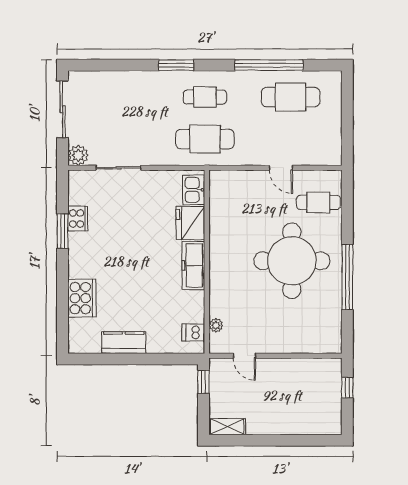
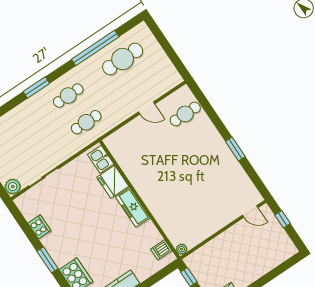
cafe table: (205, 139) -> (86, 122), width x0.73, depth x0.74
window: (63, 231) -> (47, 260), moved
round table: (292, 261) -> (193, 162), removed
window: (347, 277) -> (235, 149), width x0.47
plant: (216, 325) -> (182, 249), moved
door: (245, 356) -> (250, 212), moved

